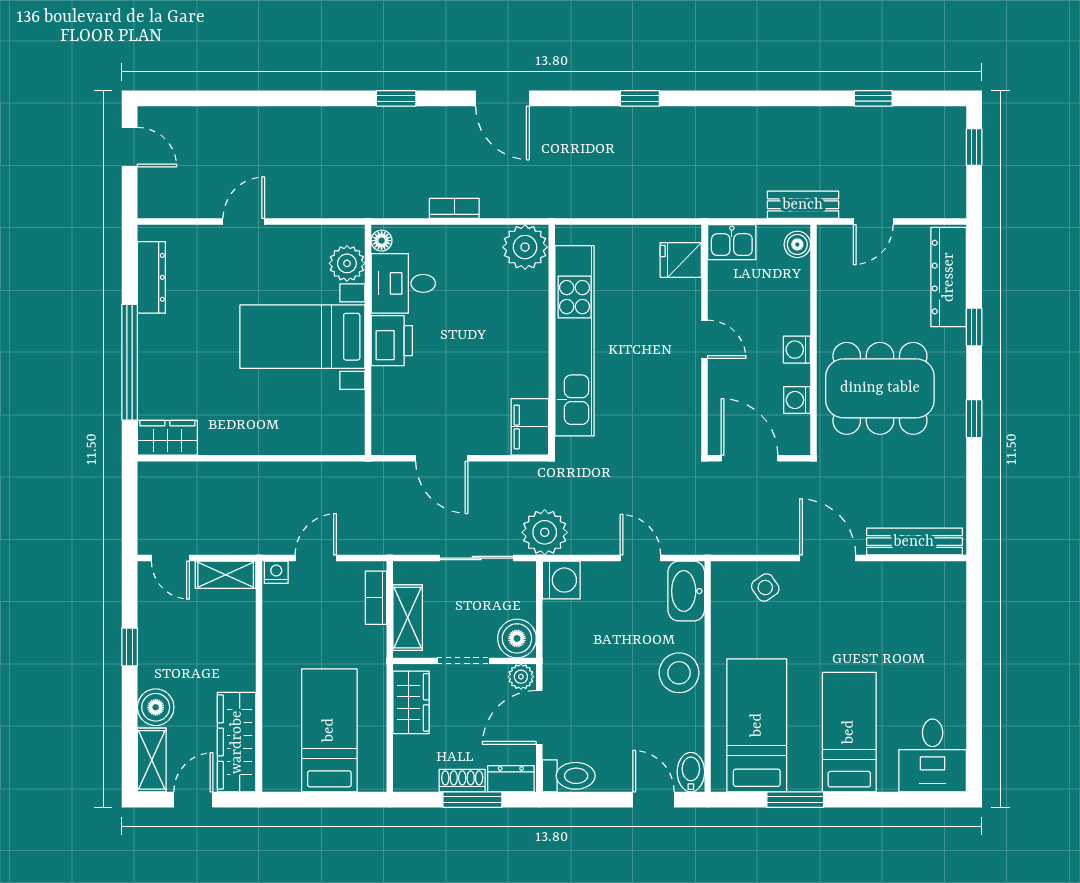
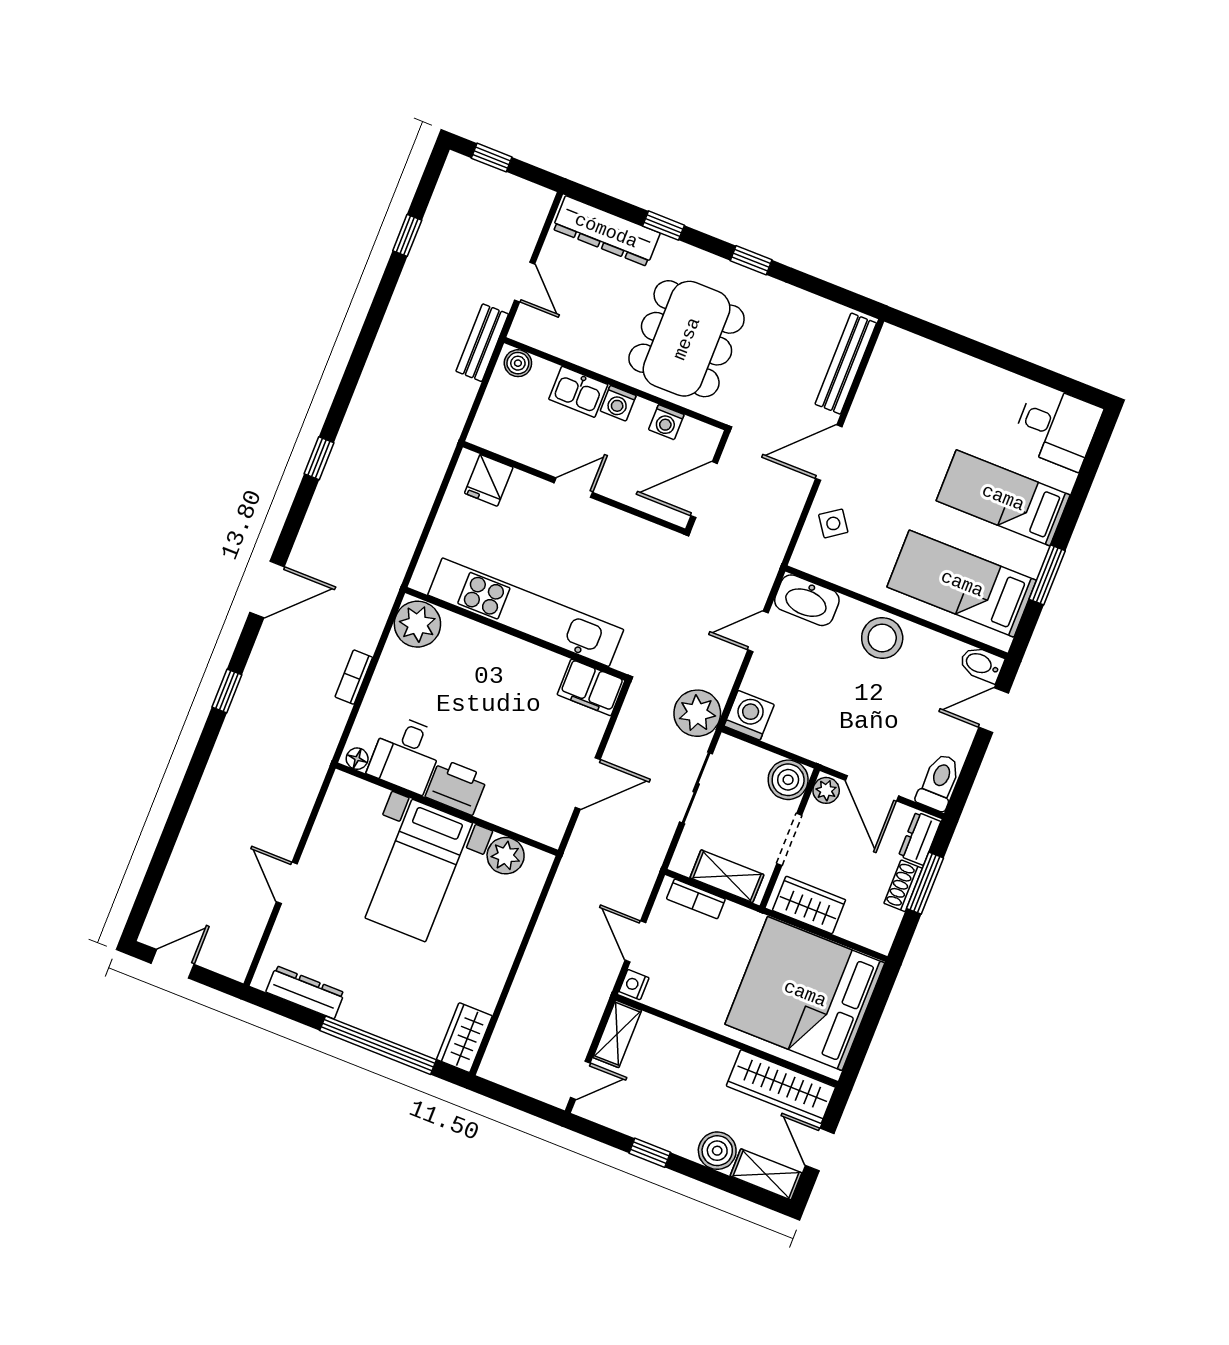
kitchen sink: (732, 242) -> (578, 392), moved, turned 90
plant: (347, 263) -> (506, 856), moved
bed: (329, 730) -> (805, 994), width x2.04

